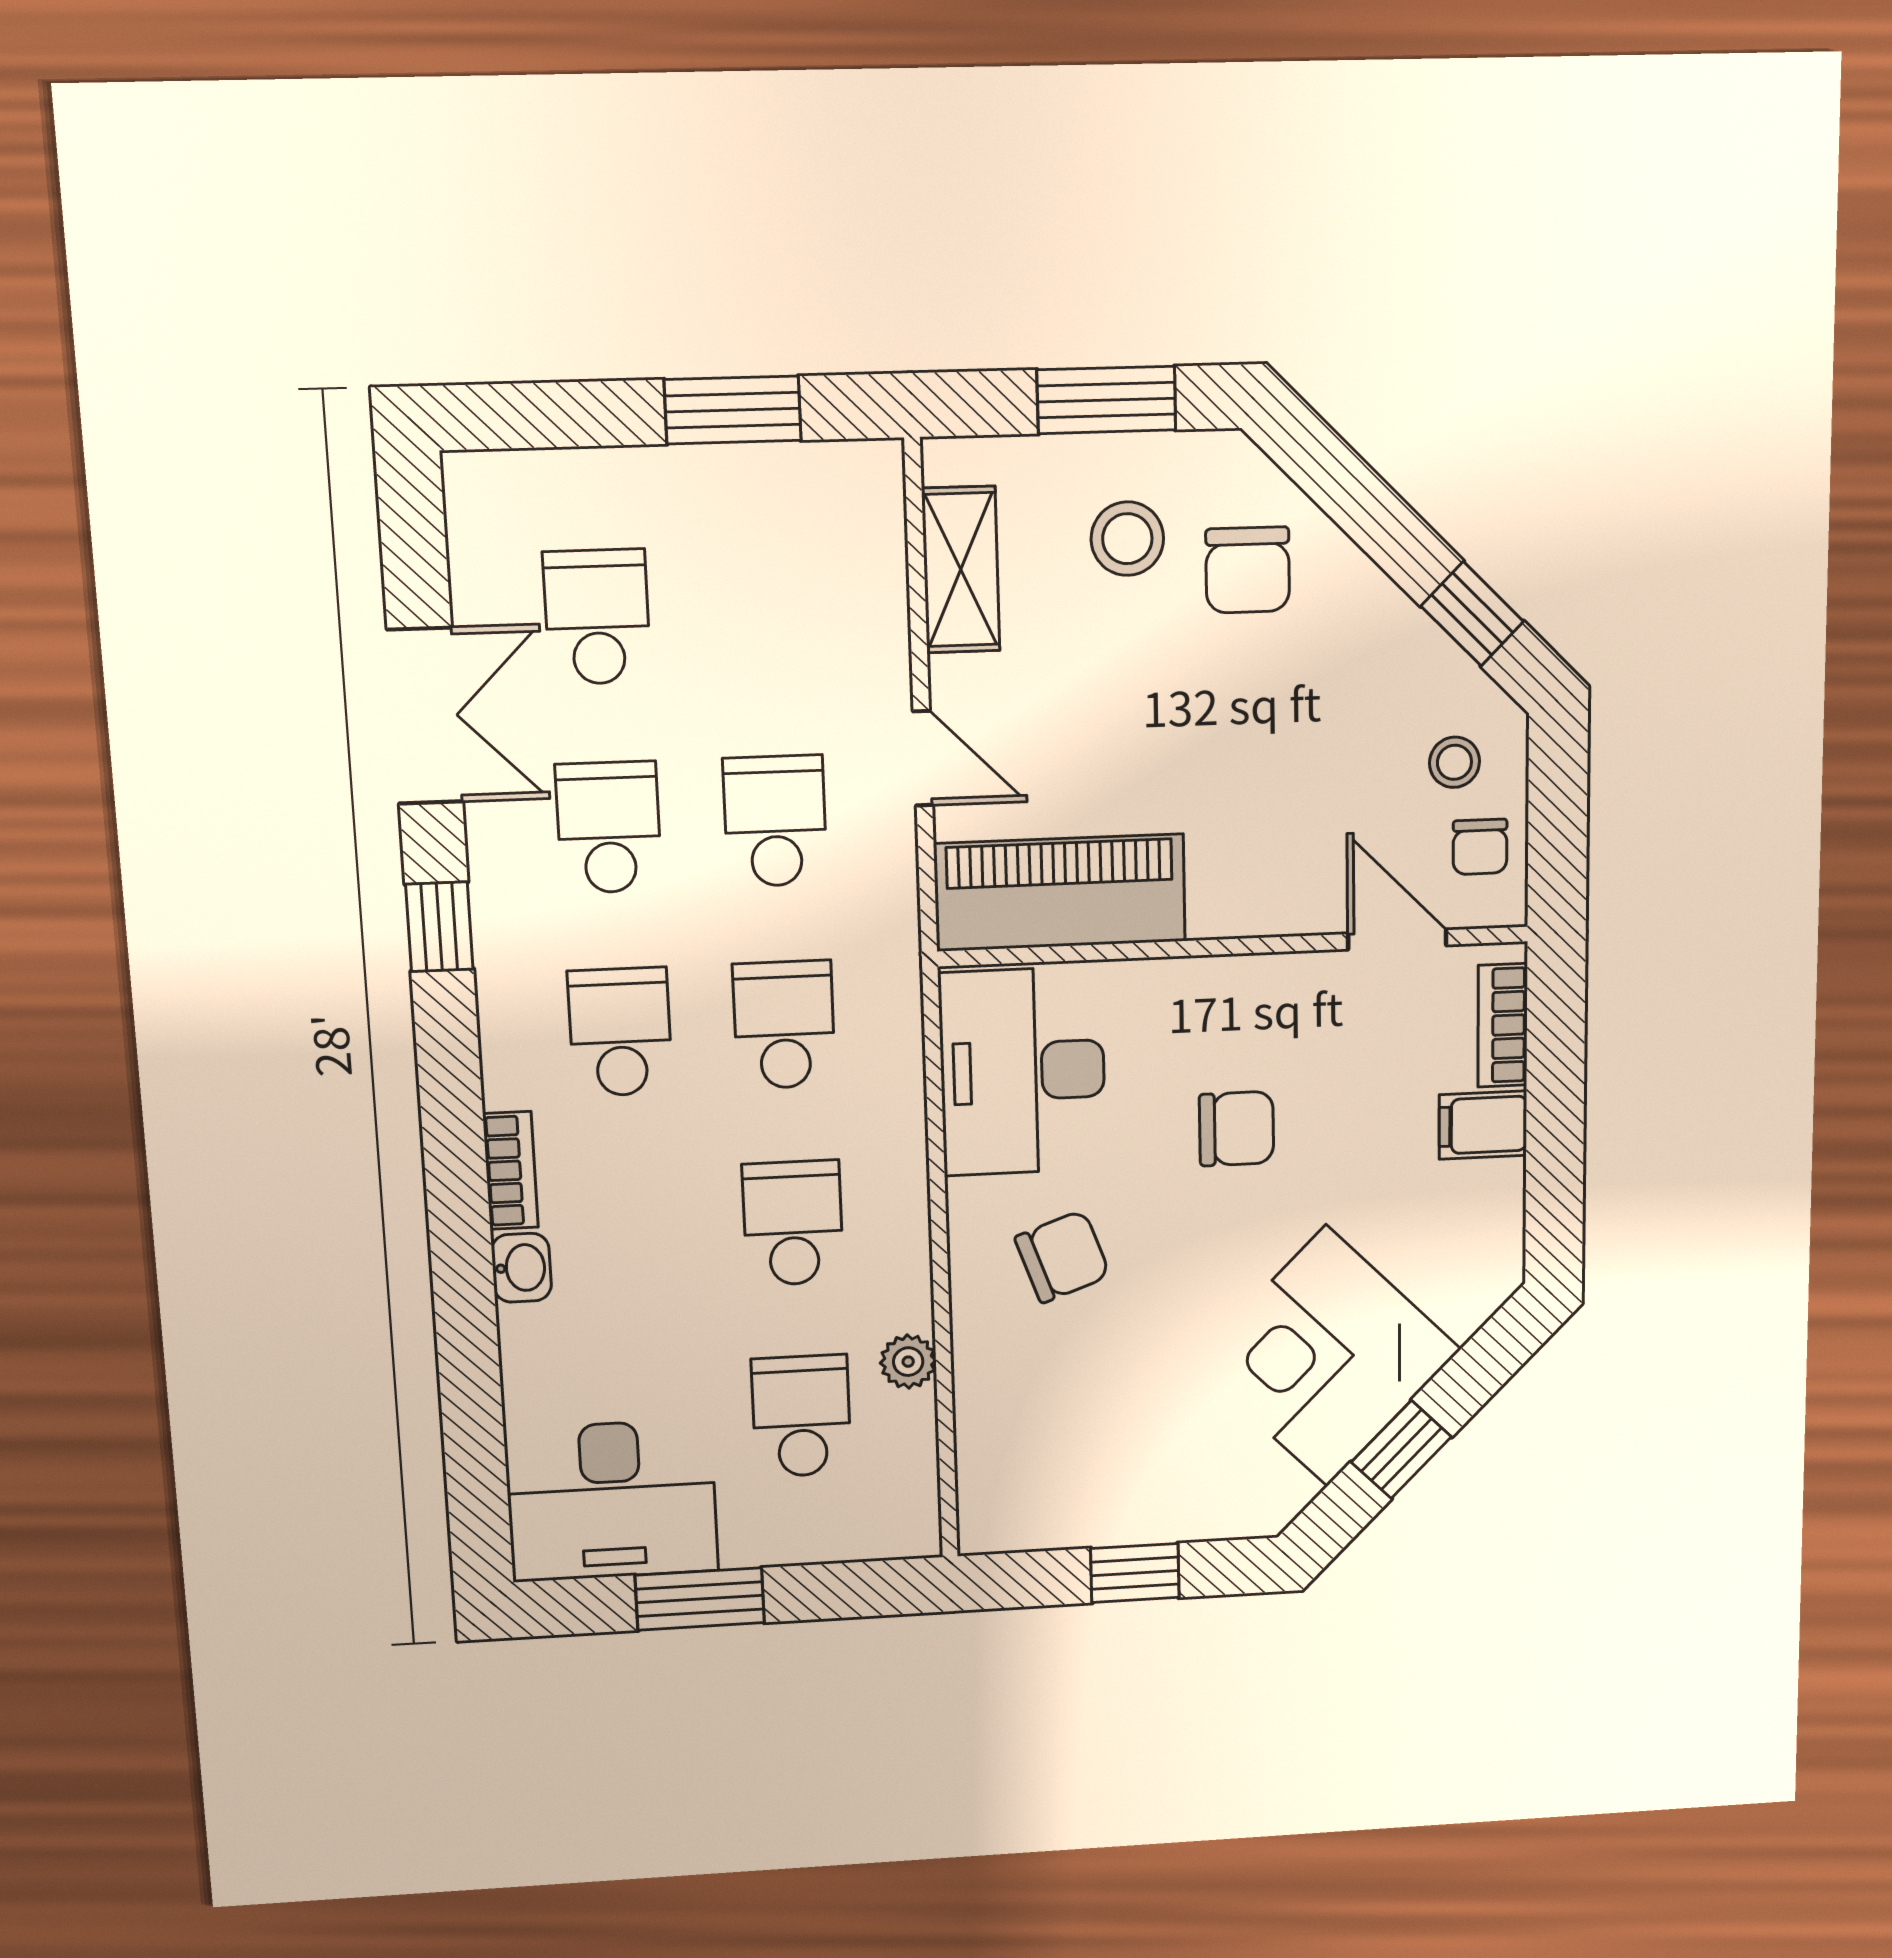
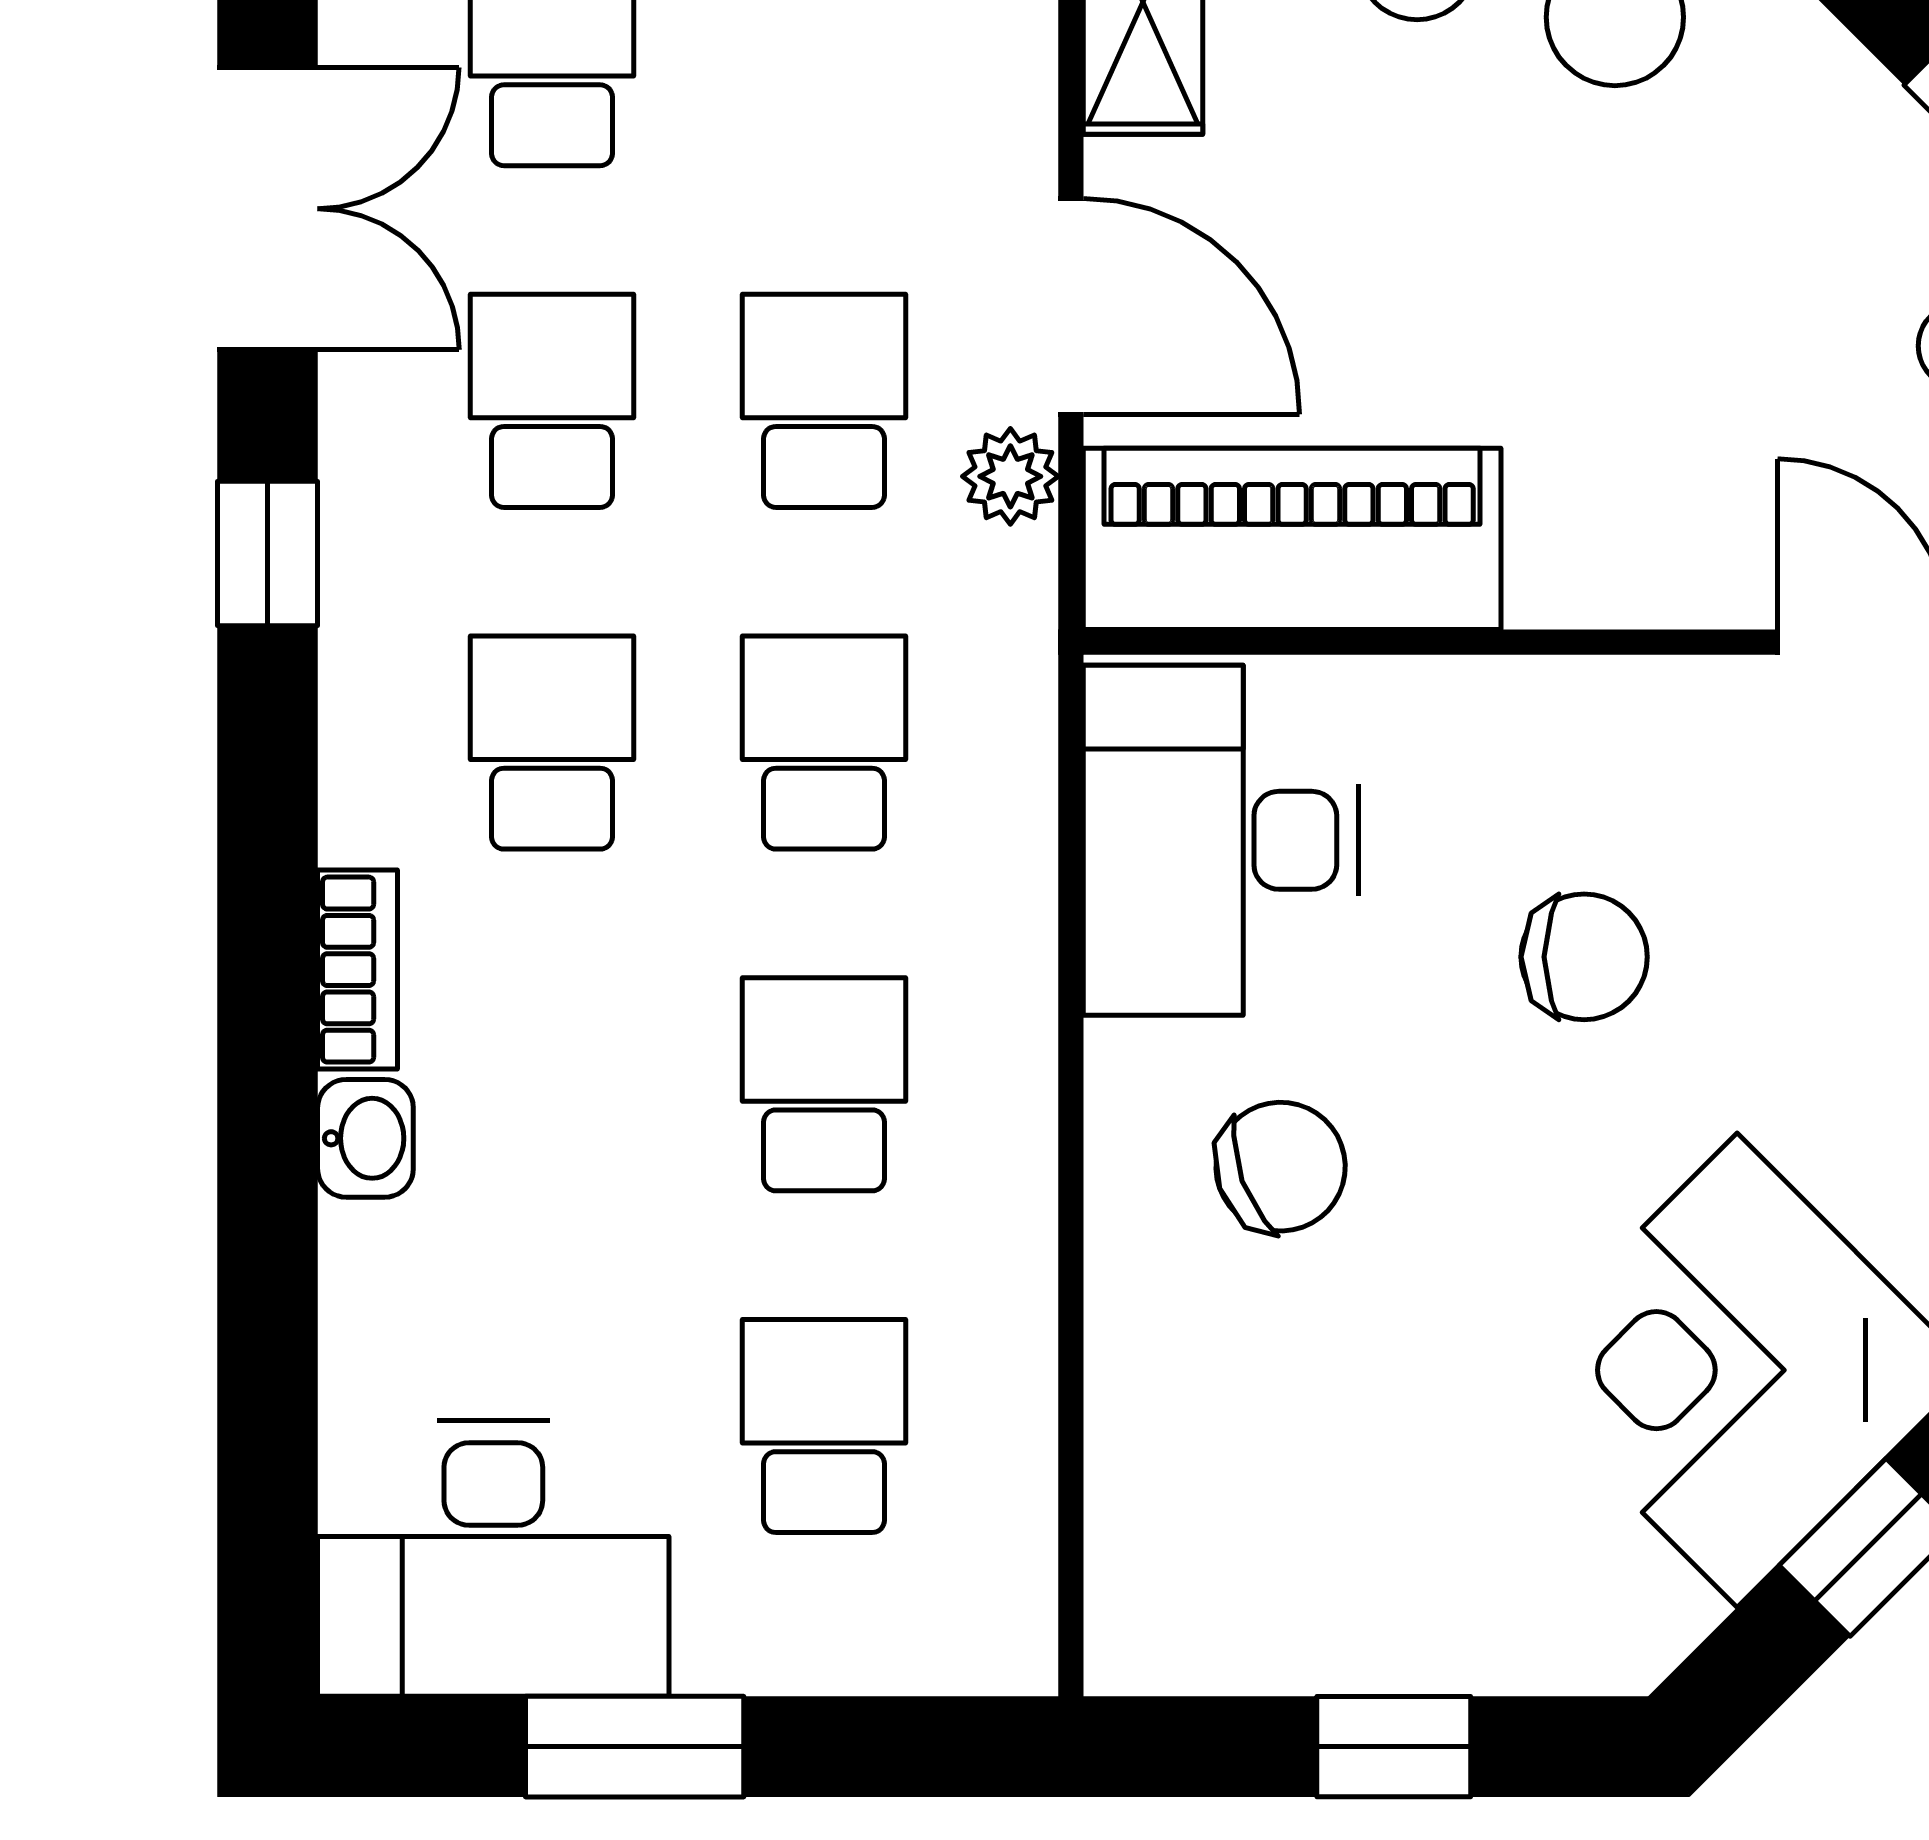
door: (923, 758) -> (1071, 306), width x1.38
plant: (908, 1362) -> (1010, 476), moved

